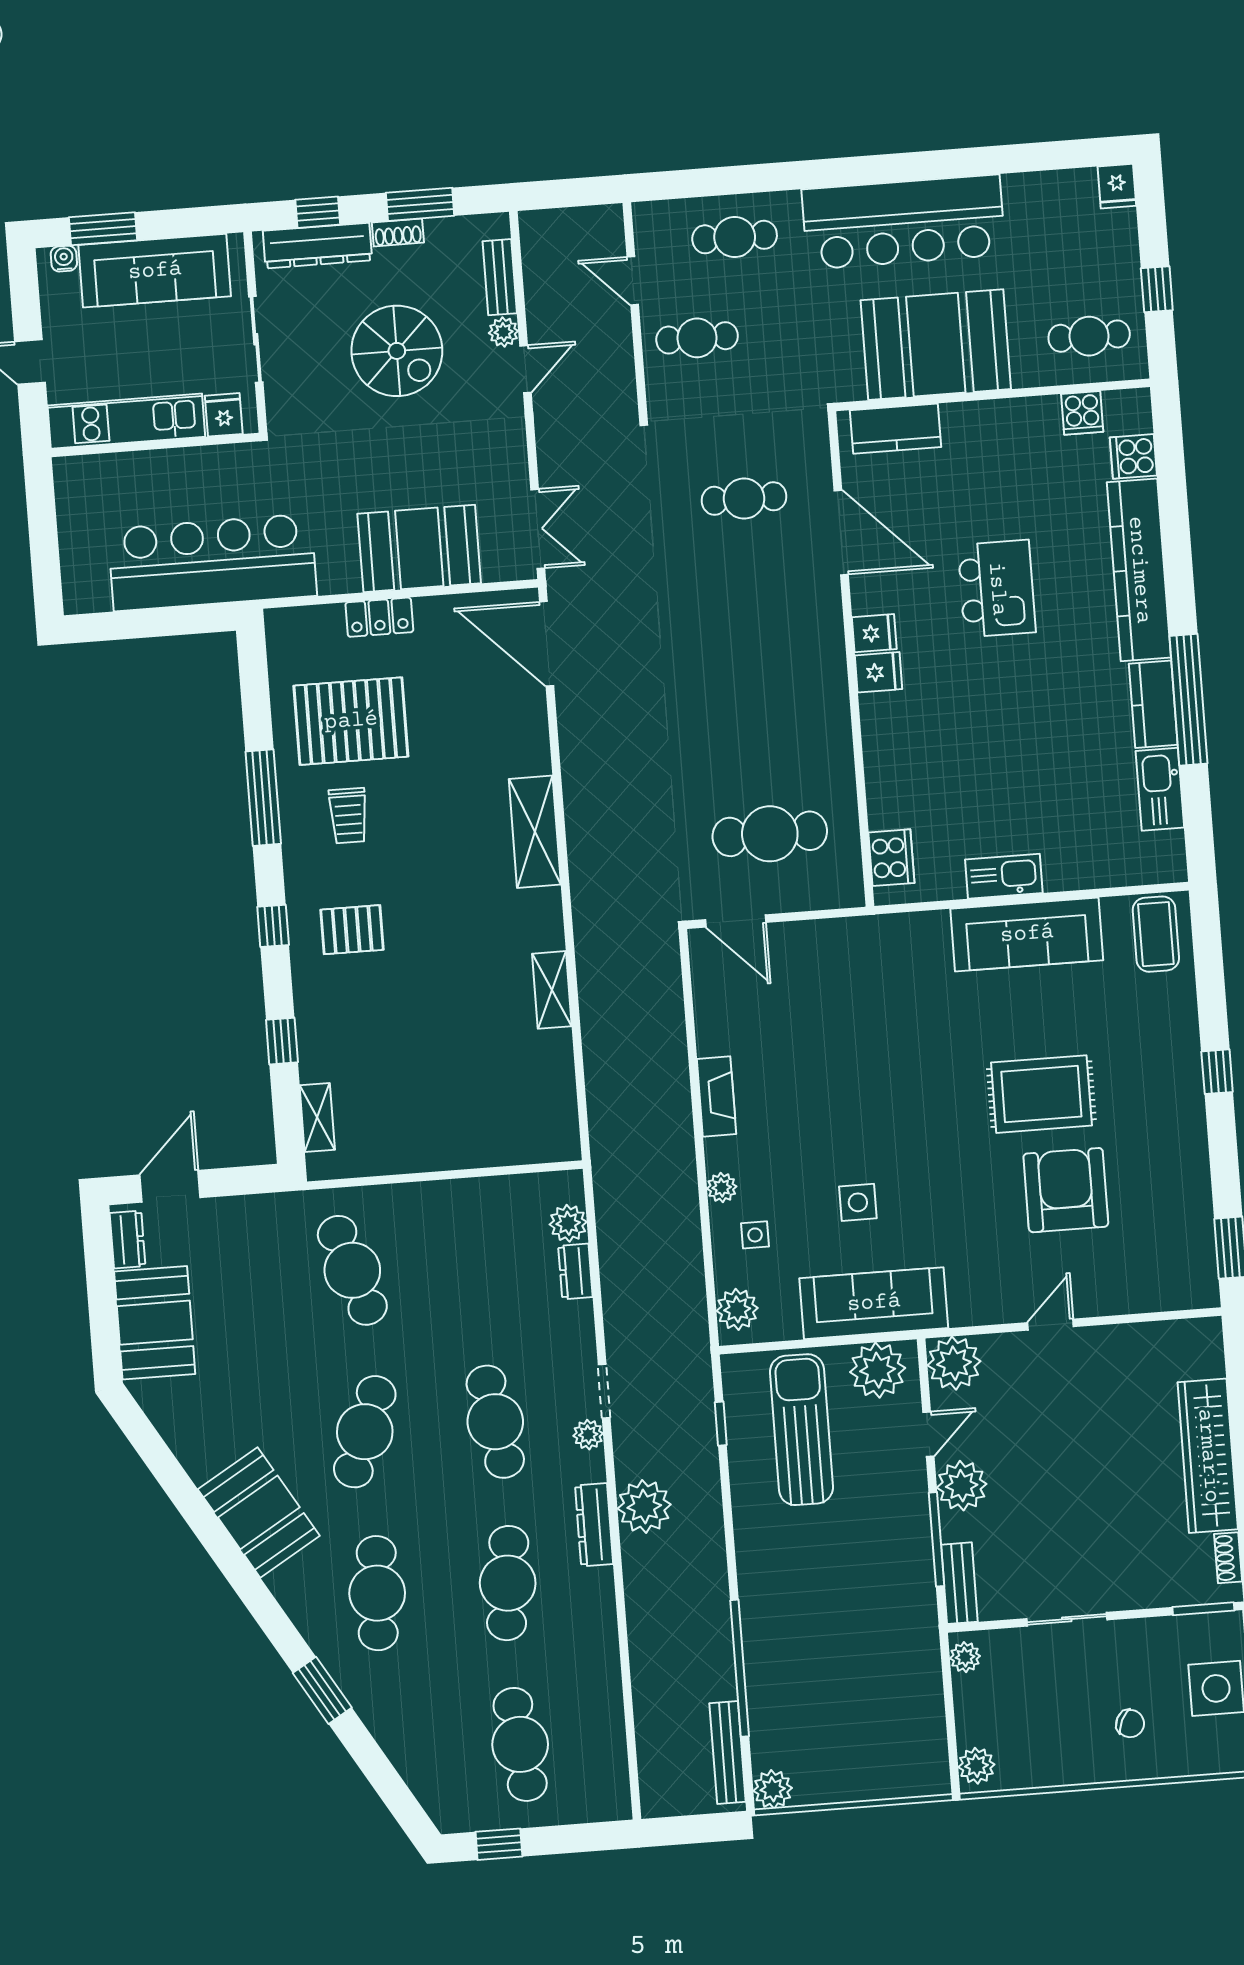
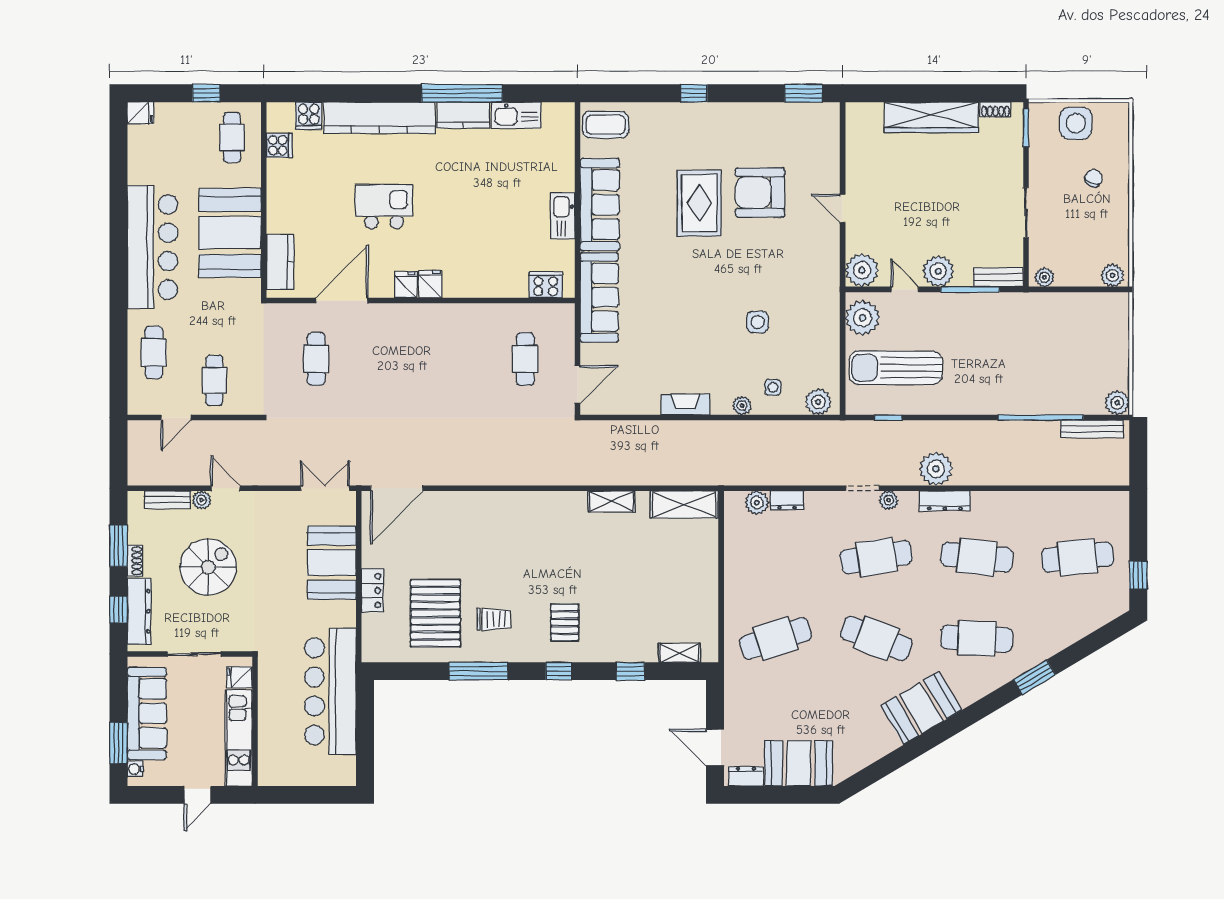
shelving: (535, 832) -> (684, 504), moved
cafe table: (770, 834) -> (525, 359), width x0.73, depth x0.74
sofa: (874, 1303) -> (599, 297), moved, turned 180

